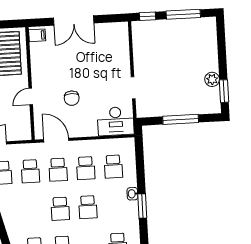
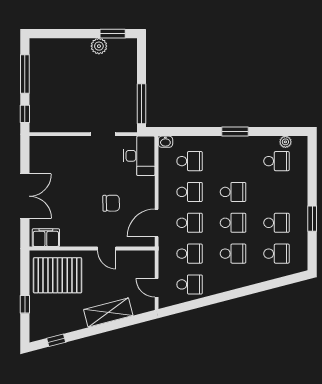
filing cabinet: (37, 35) -> (46, 238), width x2.00
window: (181, 119) -> (141, 104), moved
washbasin: (132, 194) -> (165, 142), moved
school desk: (33, 210) -> (233, 254), added

